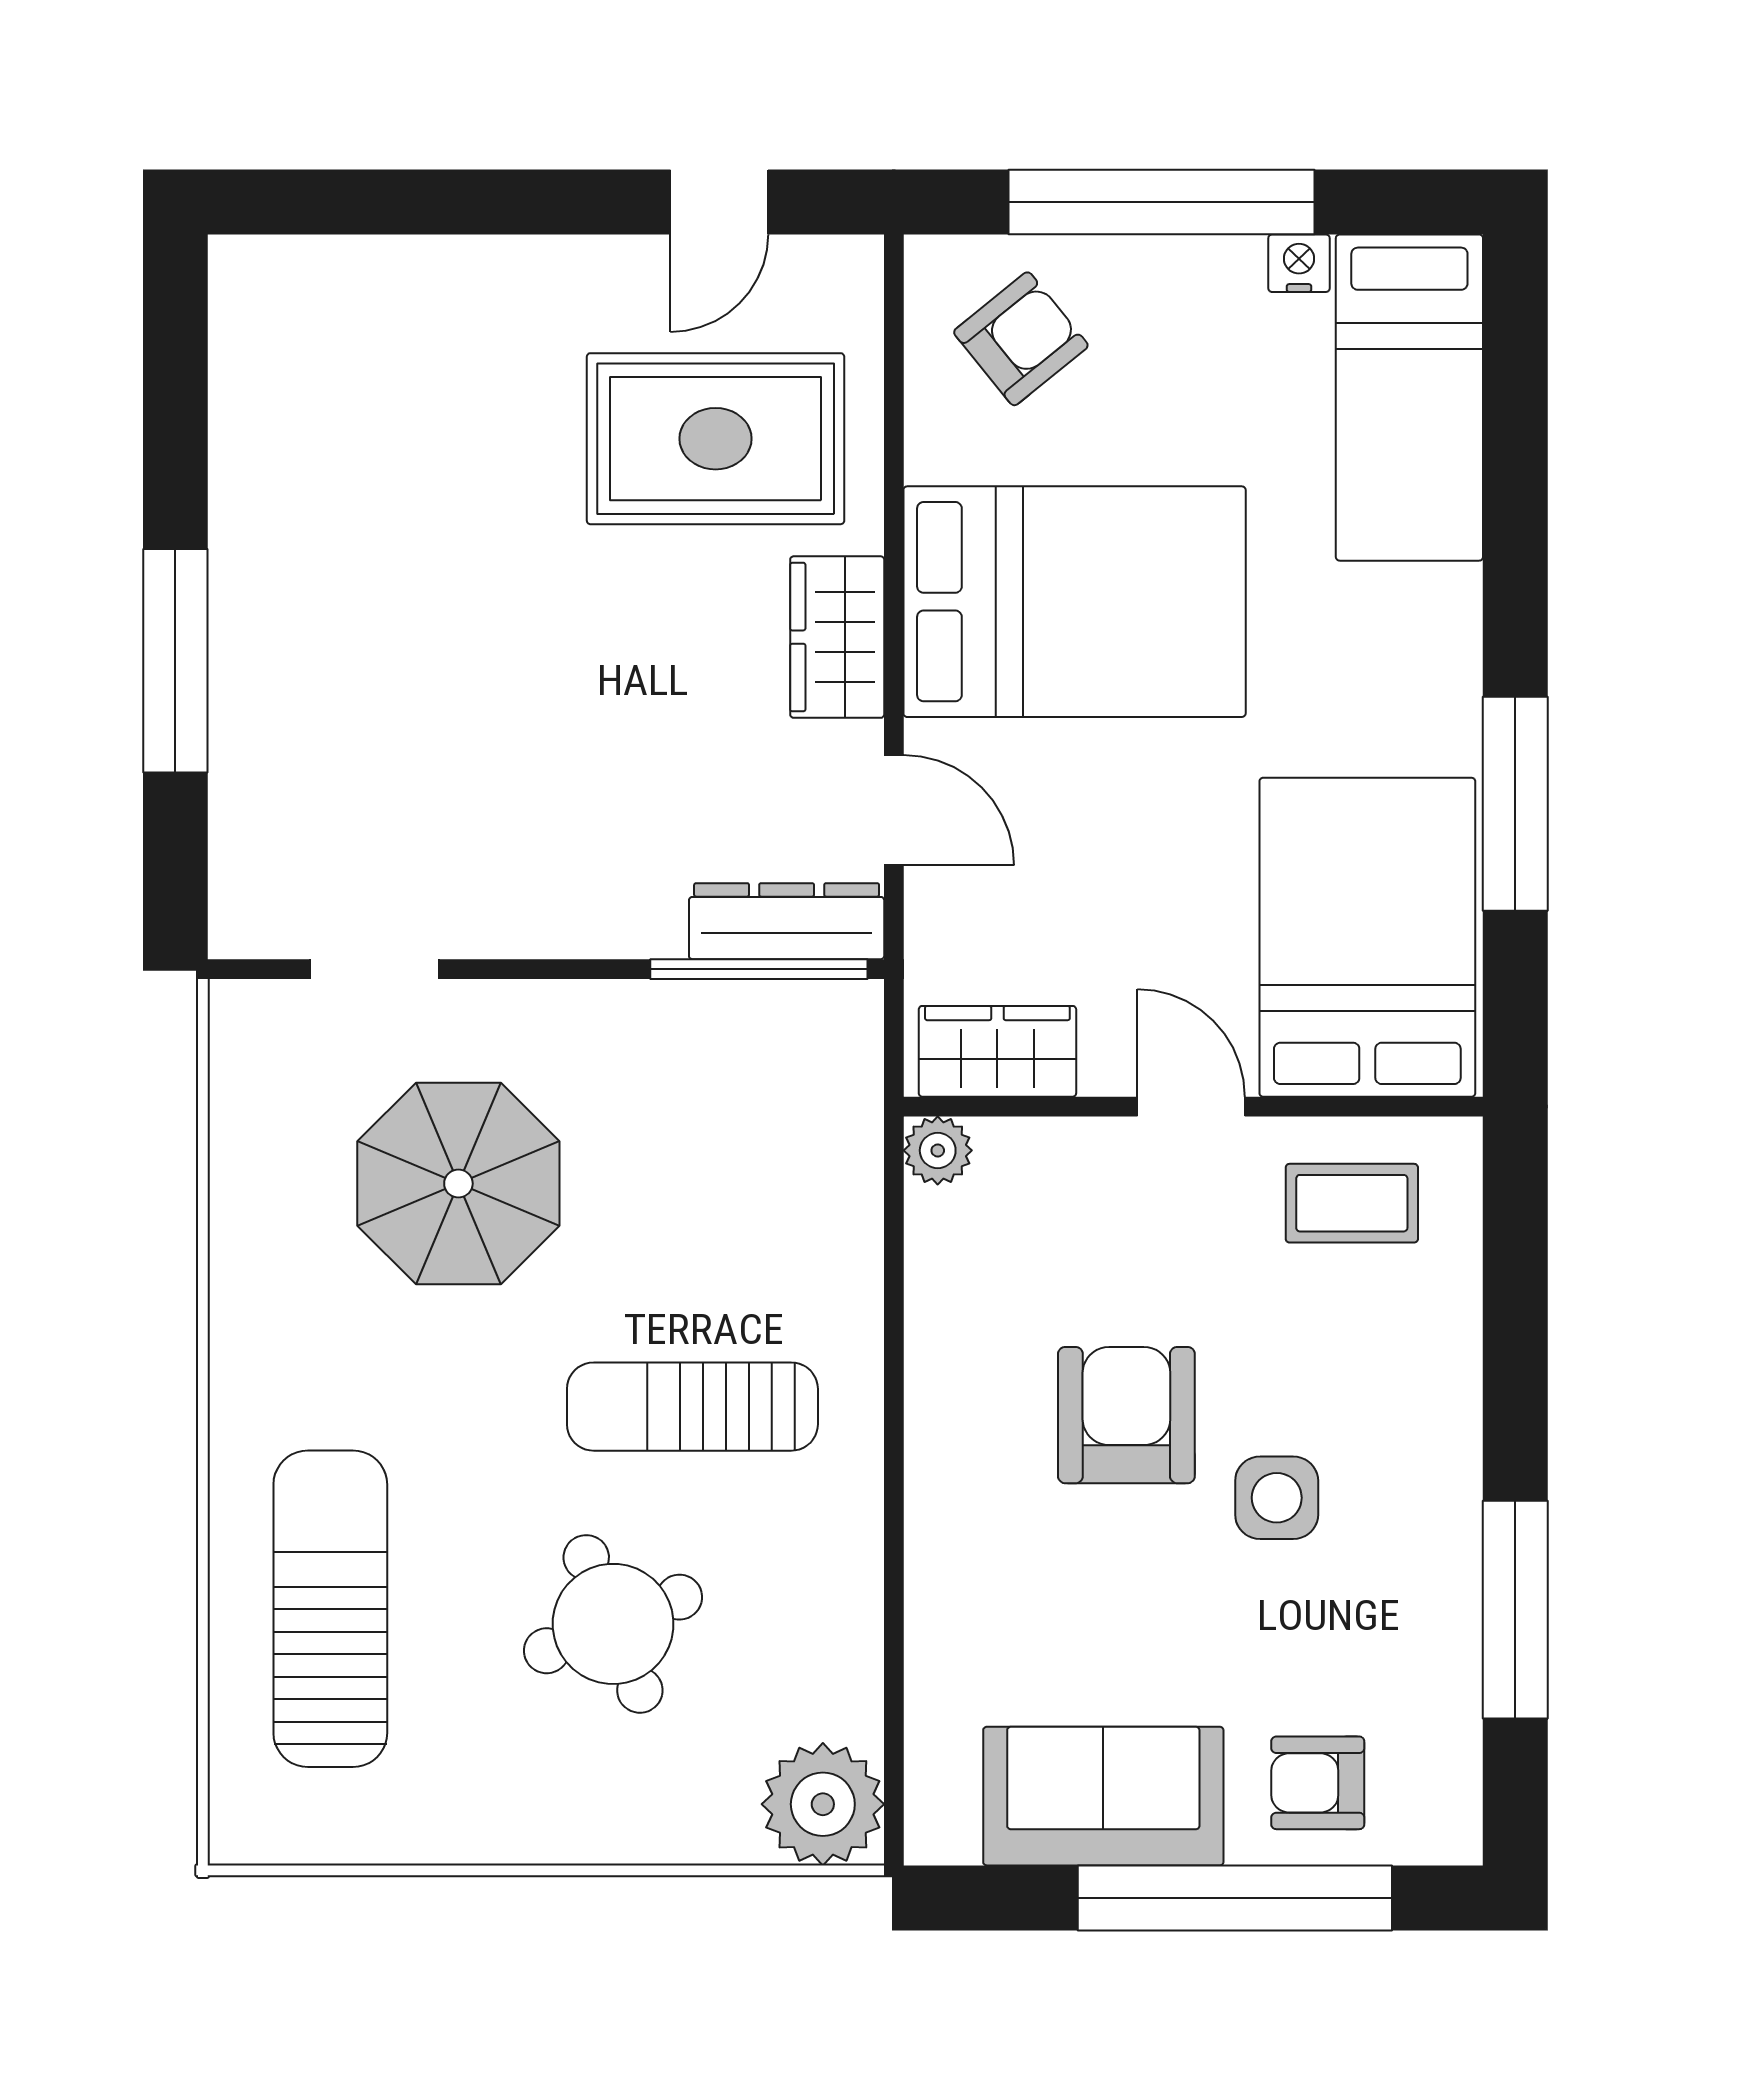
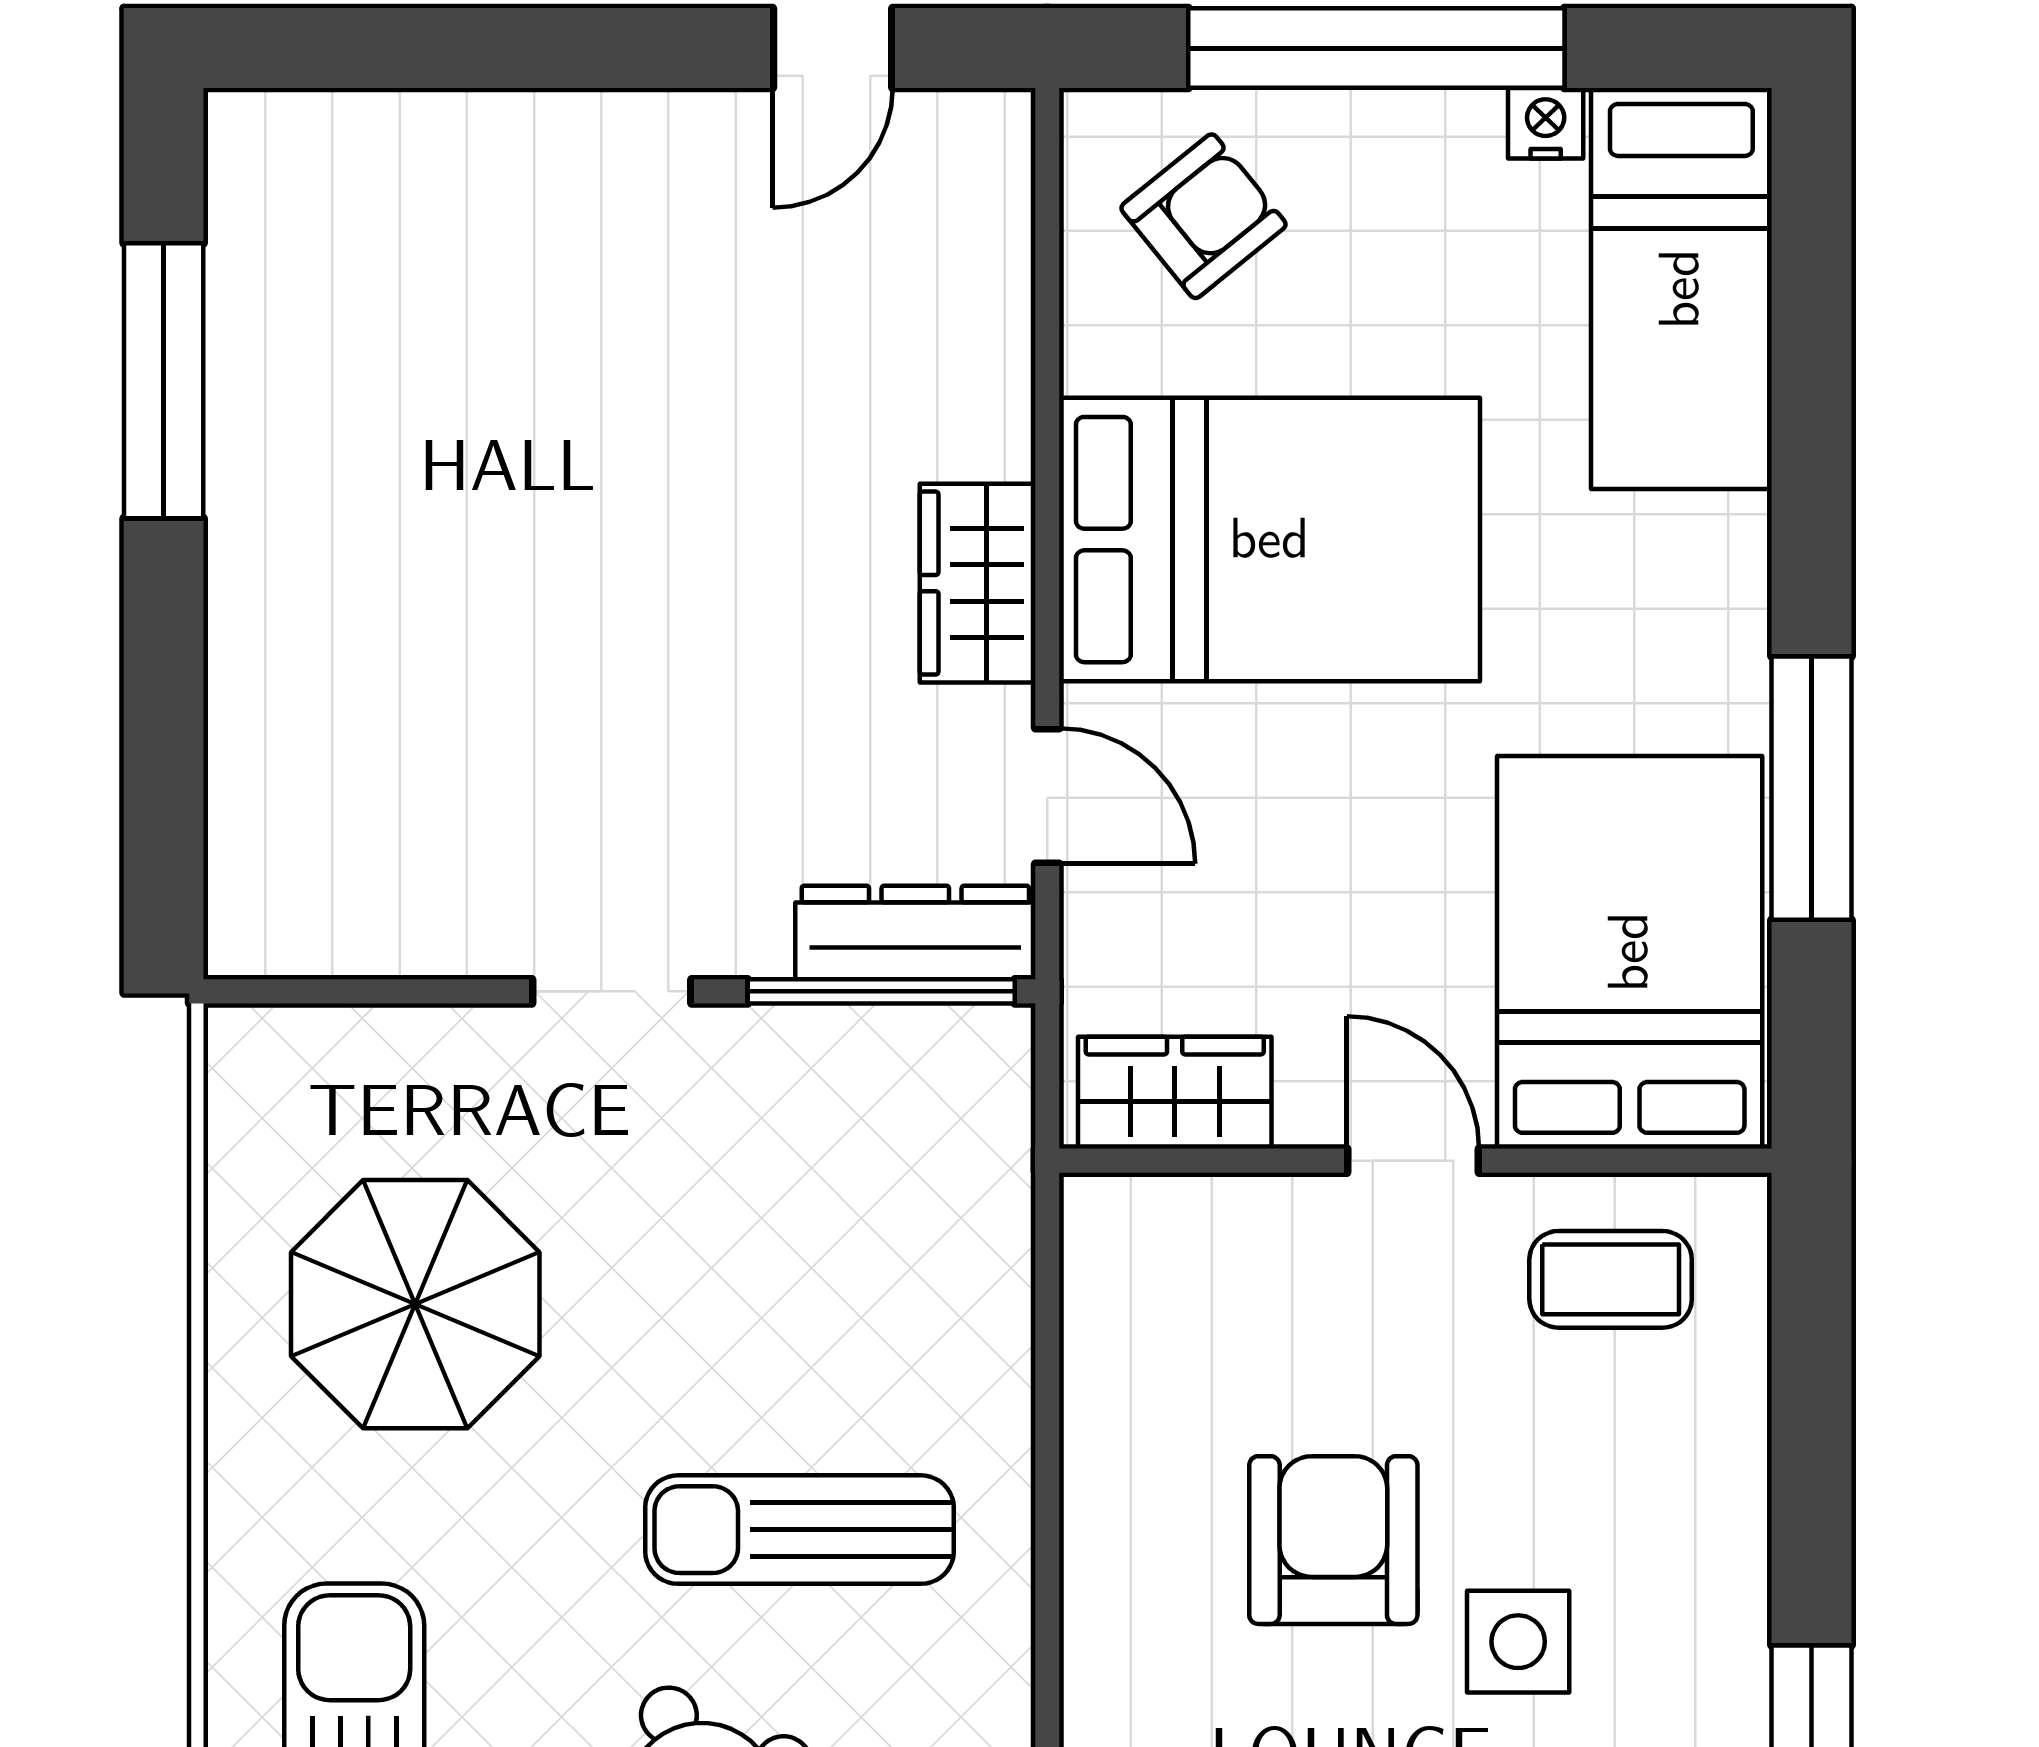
rug: (716, 439) -> (828, 339), removed
window: (175, 661) -> (164, 381), moved
doorway: (374, 969) -> (612, 991), moved
plant: (938, 1150) -> (1101, 1215), removed
parasol: (458, 1184) -> (415, 1304), moved

